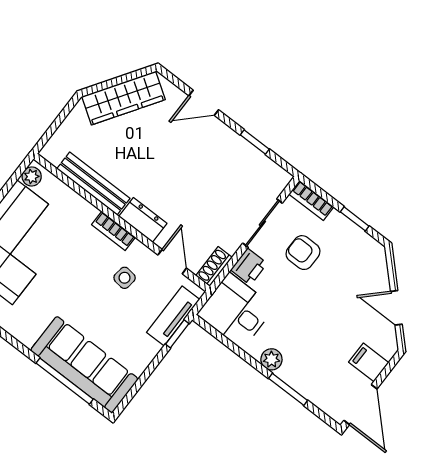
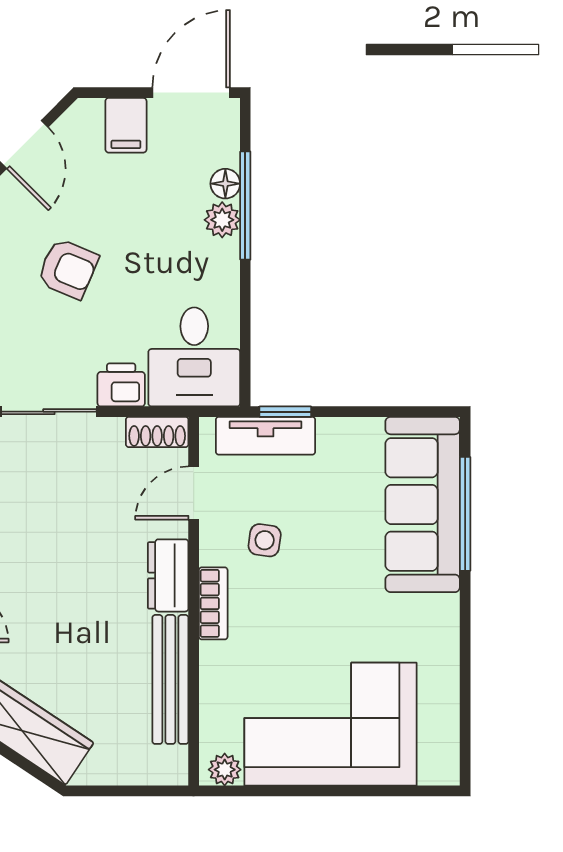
armchair: (303, 253) -> (68, 269), moved, turned -67
plant: (271, 359) -> (222, 220), moved
floor lamp: (306, 388) -> (225, 184), added
window: (288, 389) -> (245, 206), width x1.44

